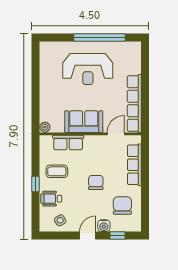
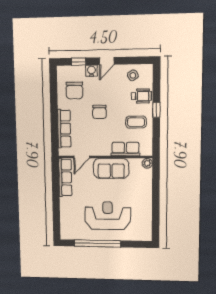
row of seats: (134, 104) -> (65, 177), width x0.73

